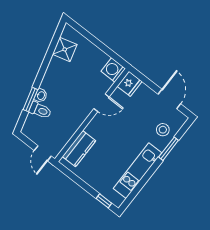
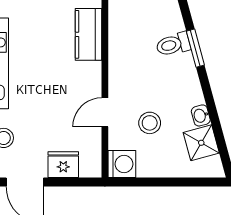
stool: (83, 80) -> (150, 123), added
fridge: (130, 84) -> (63, 165), moved, turned 90
washbasin: (41, 96) -> (201, 115), moved

